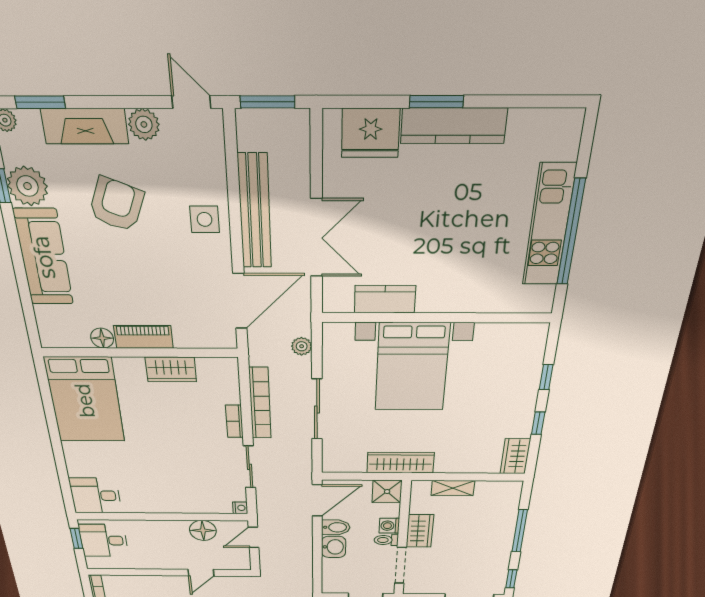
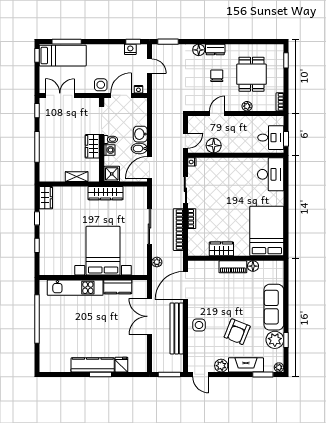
fridge: (370, 133) -> (121, 365), width x0.53, depth x0.75
kitchen unit: (549, 225) -> (75, 288), moved, turned 90
desk: (95, 496) -> (271, 174), width x1.37
plant: (151, 581) -> (247, 106), added

